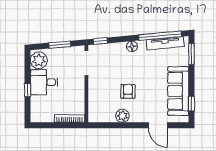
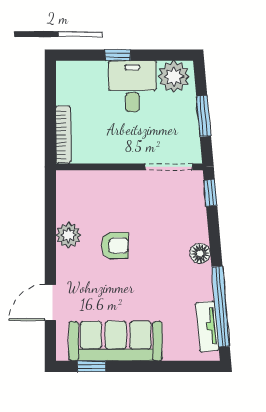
tv unit: (165, 43) -> (207, 326), width x0.71
window: (192, 54) -> (186, 366), removed

